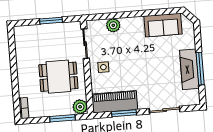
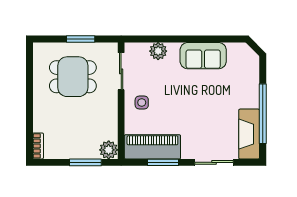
sofa: (163, 25) -> (203, 56), moved
fireplace: (189, 69) -> (249, 134), moved
window: (200, 69) -> (263, 114), width x1.46
dining table: (58, 77) -> (73, 77), moved

